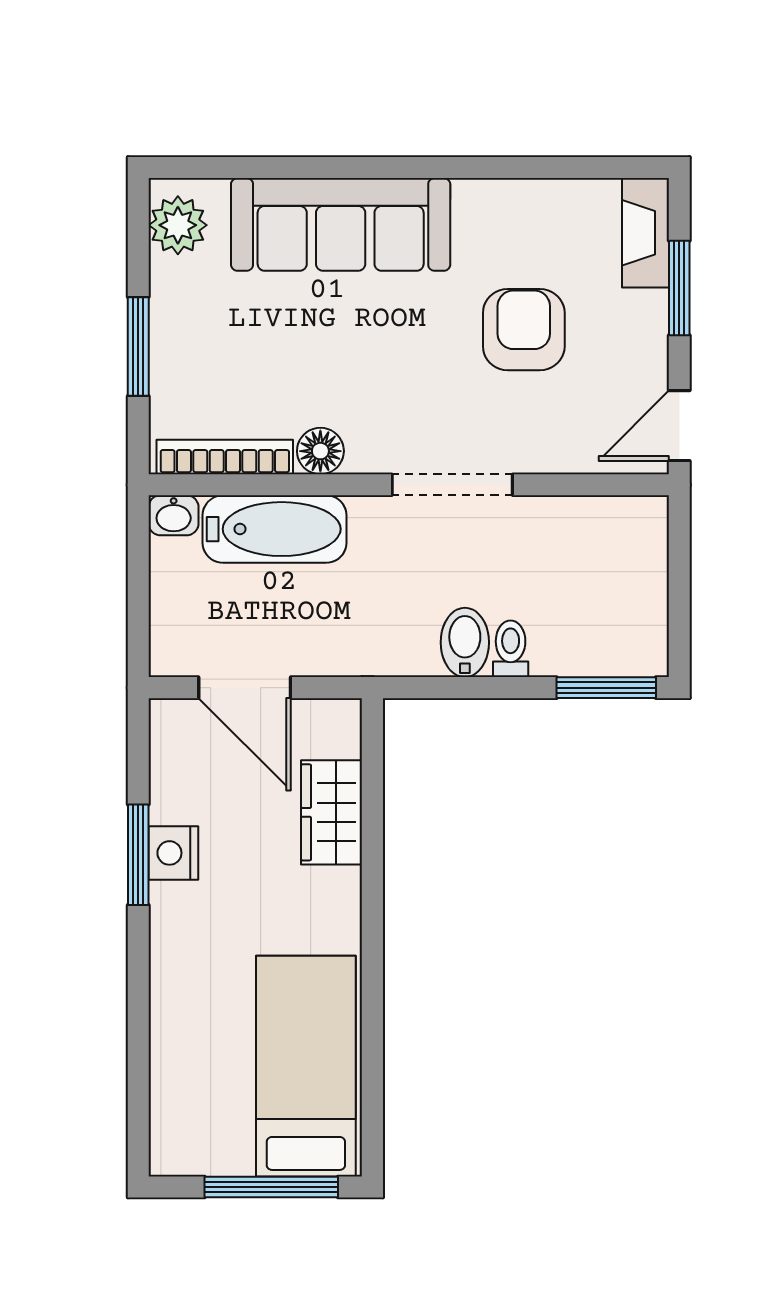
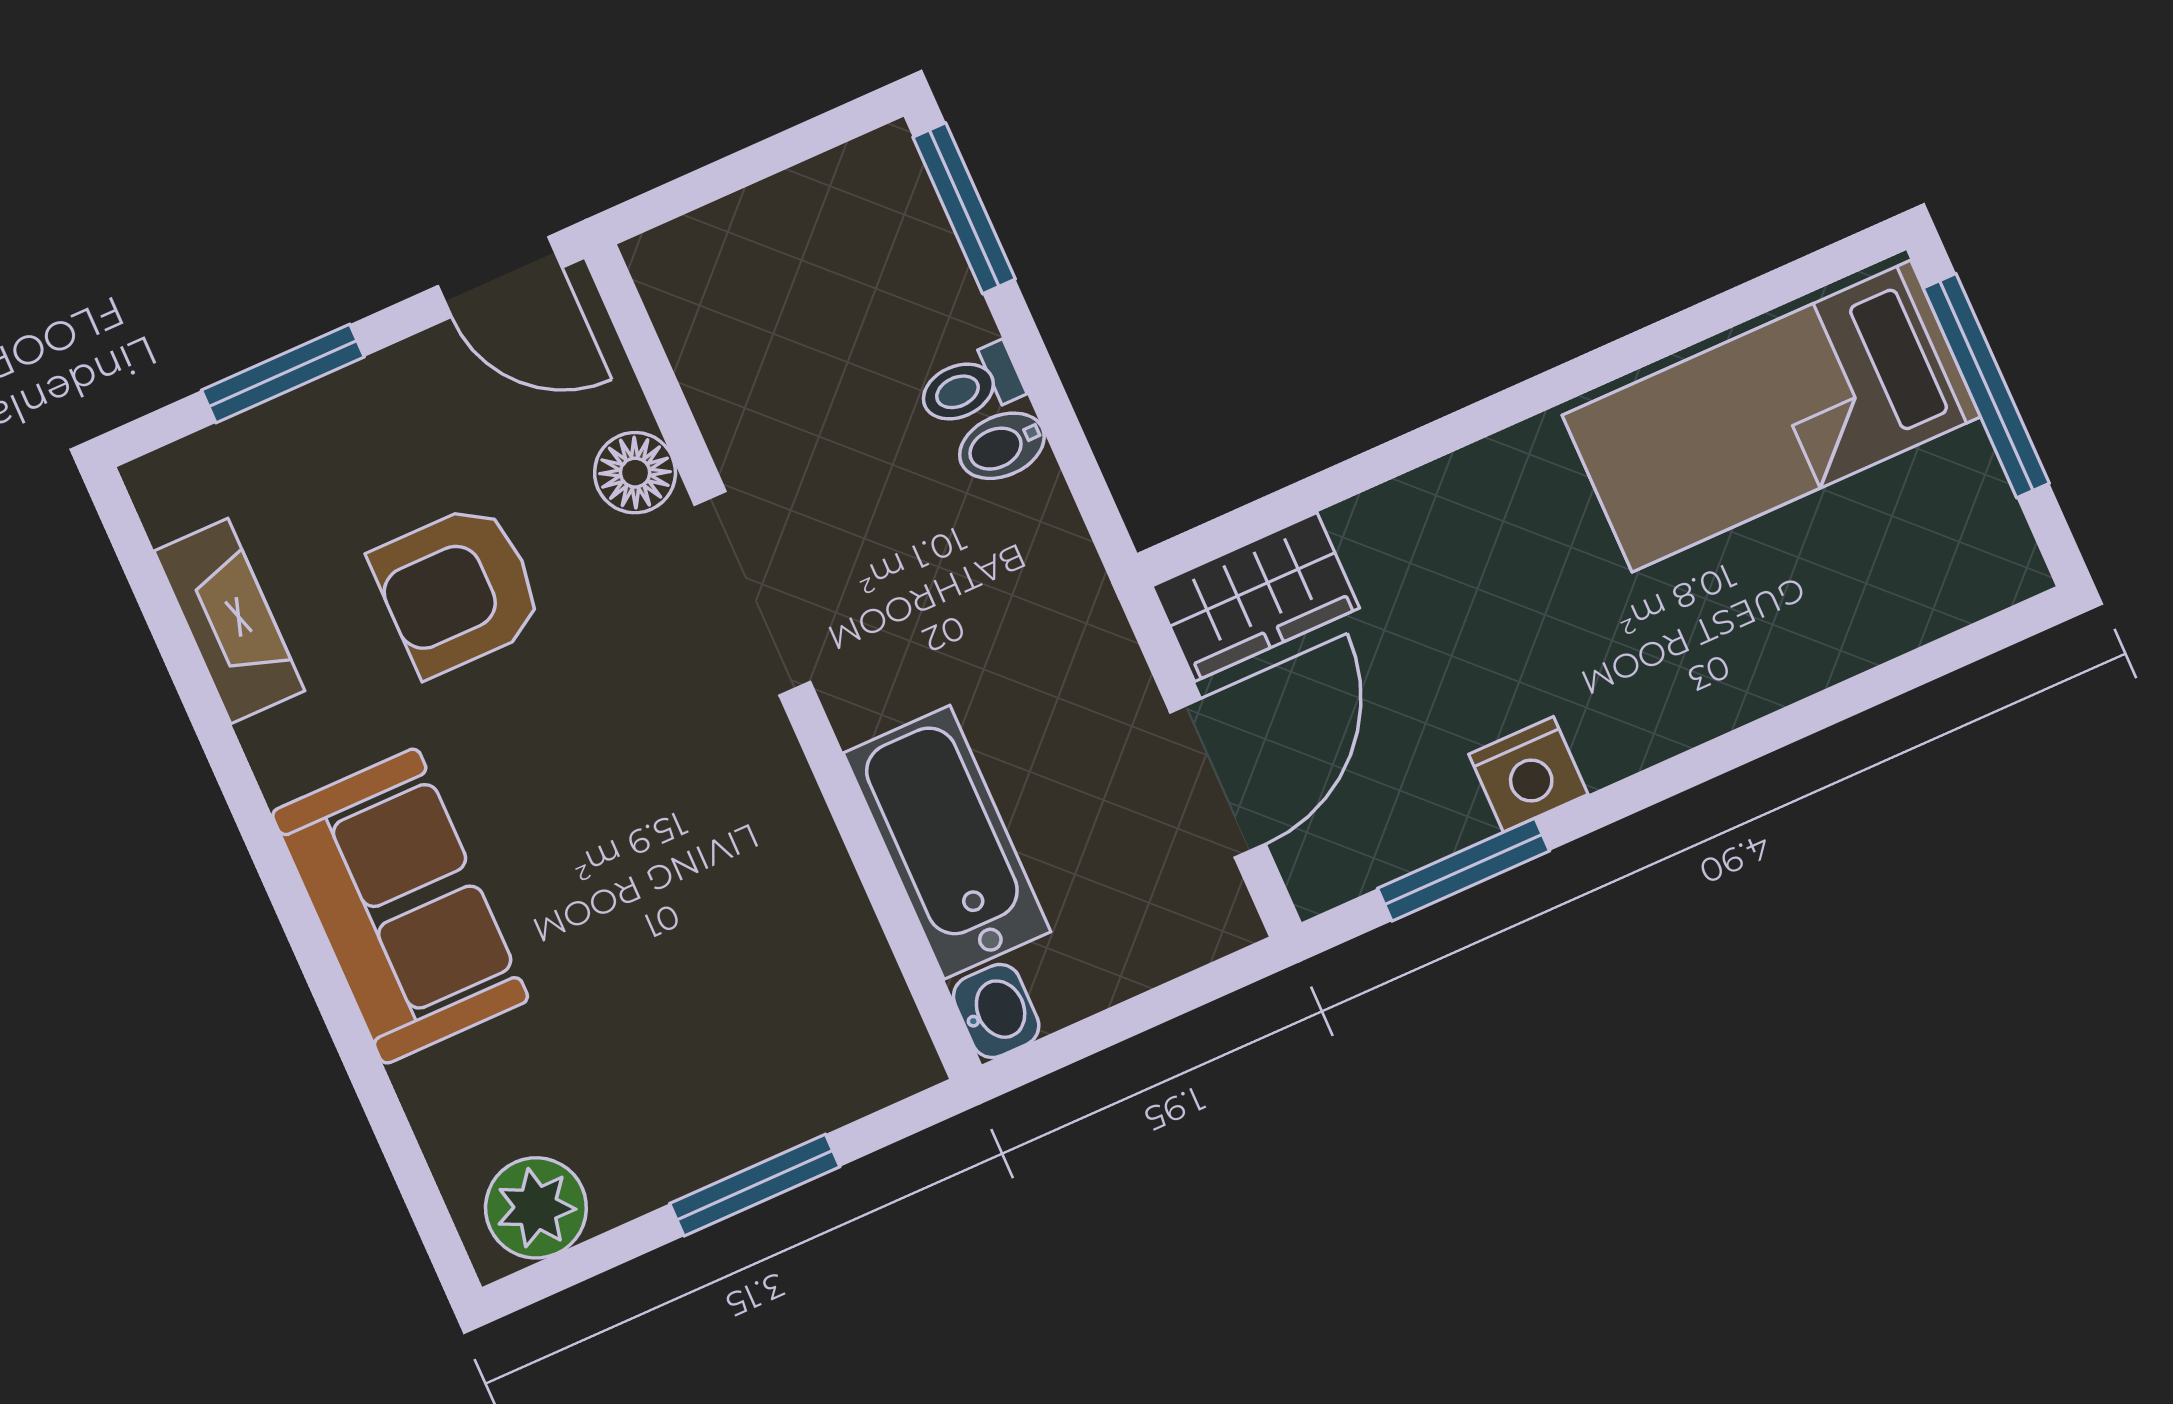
sofa: (341, 224) -> (400, 906), width x0.73
fireplace: (645, 233) -> (229, 621), moved, turned -90
floor lamp: (320, 451) -> (635, 473), moved
bookcase: (225, 457) -> (868, 971), removed
bidet: (465, 642) -> (1002, 446), width x0.72, depth x0.74
wardrobe: (332, 812) -> (1256, 597), moved
window: (138, 855) -> (1464, 870), moved

